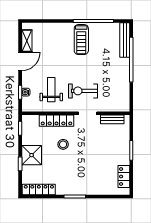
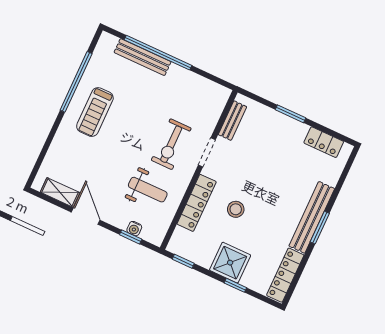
treadmill: (81, 40) -> (95, 112), turned 90
bench: (125, 40) -> (143, 57), moved
weight bench: (51, 90) -> (148, 190), turned 180
bench: (78, 189) -> (312, 217), added

